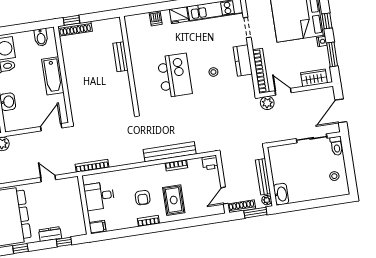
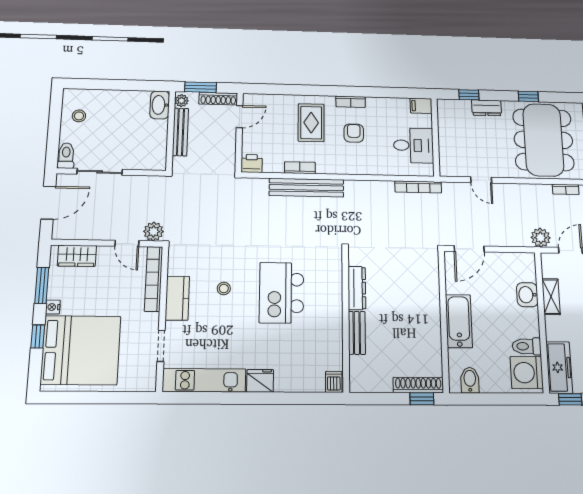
dishwasher: (156, 18) -> (334, 382), moved
dresser: (125, 87) -> (357, 288), added

